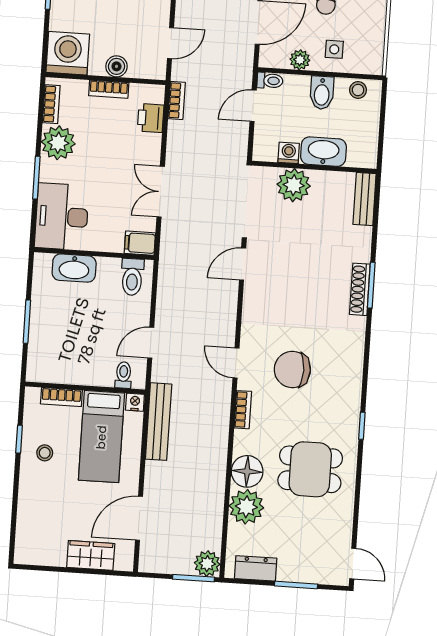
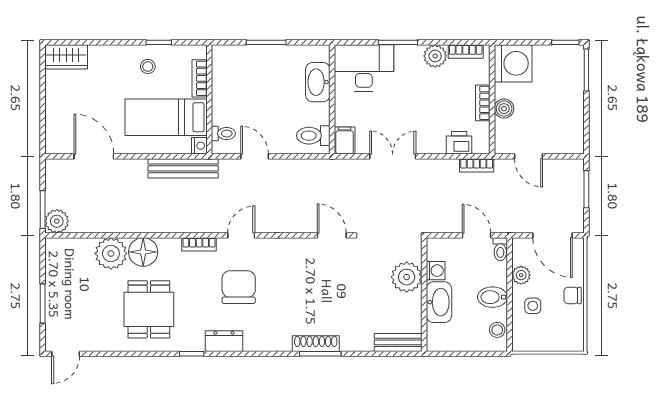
plant: (58, 143) -> (435, 56), width x0.73, depth x0.73
wardrobe: (91, 555) -> (66, 57), moved, turned 90
dresser: (256, 568) -> (224, 341), moved, turned -90

